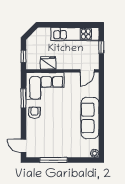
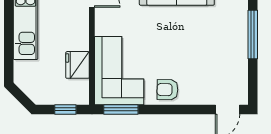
window: (23, 98) -> (121, 109), moved
window: (53, 160) -> (253, 34), moved

